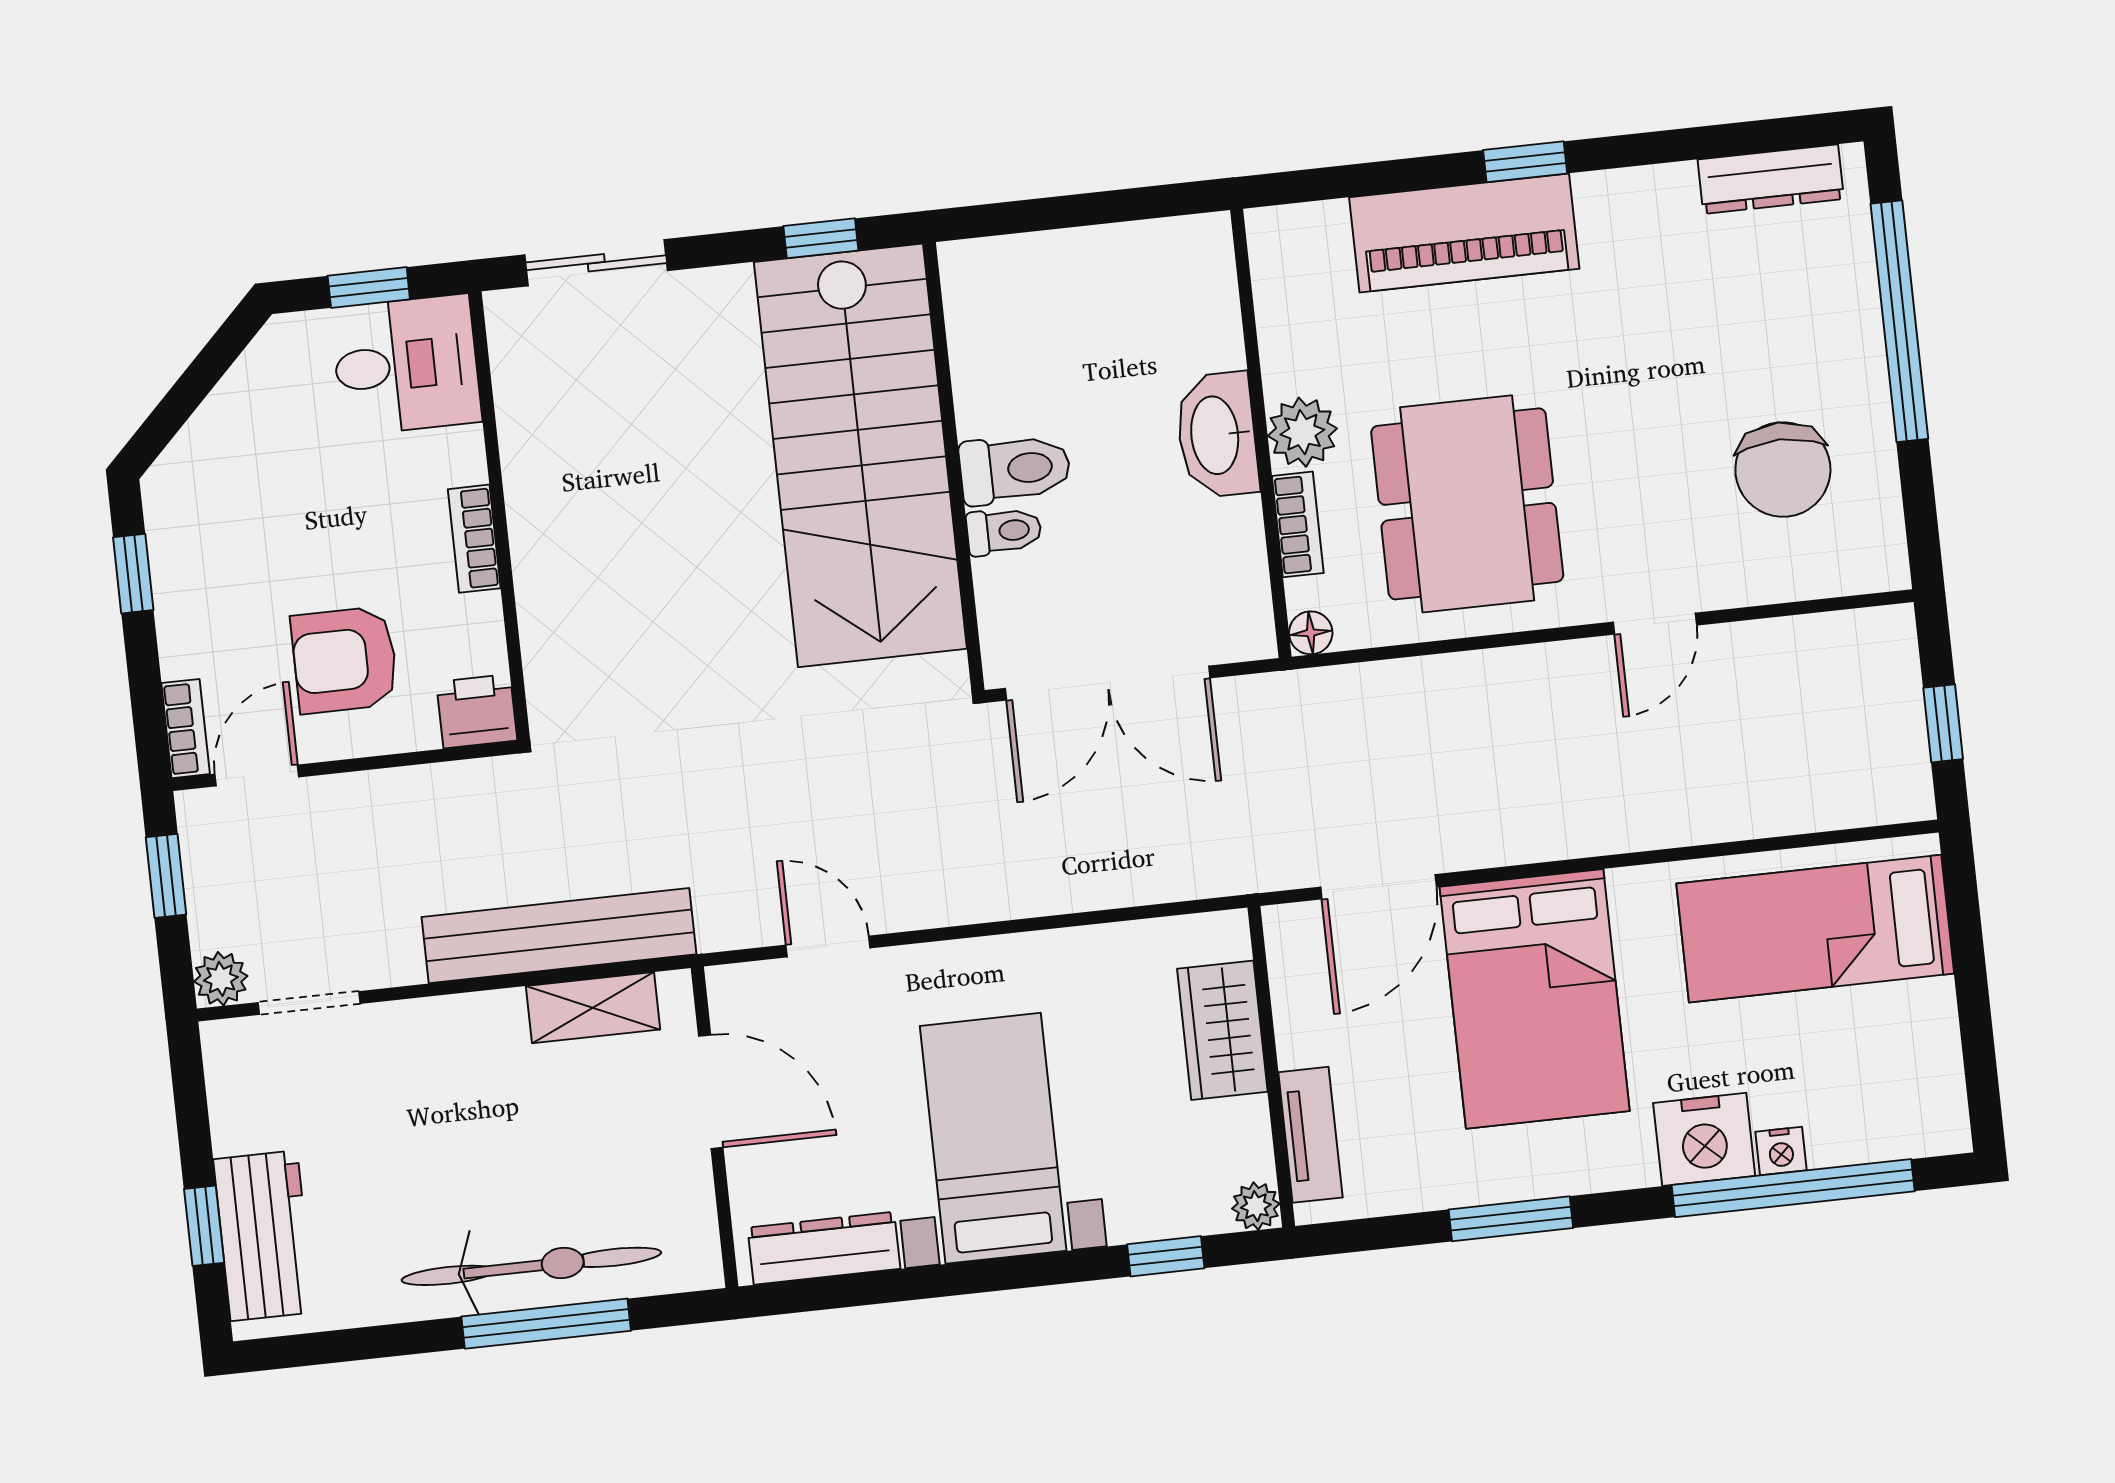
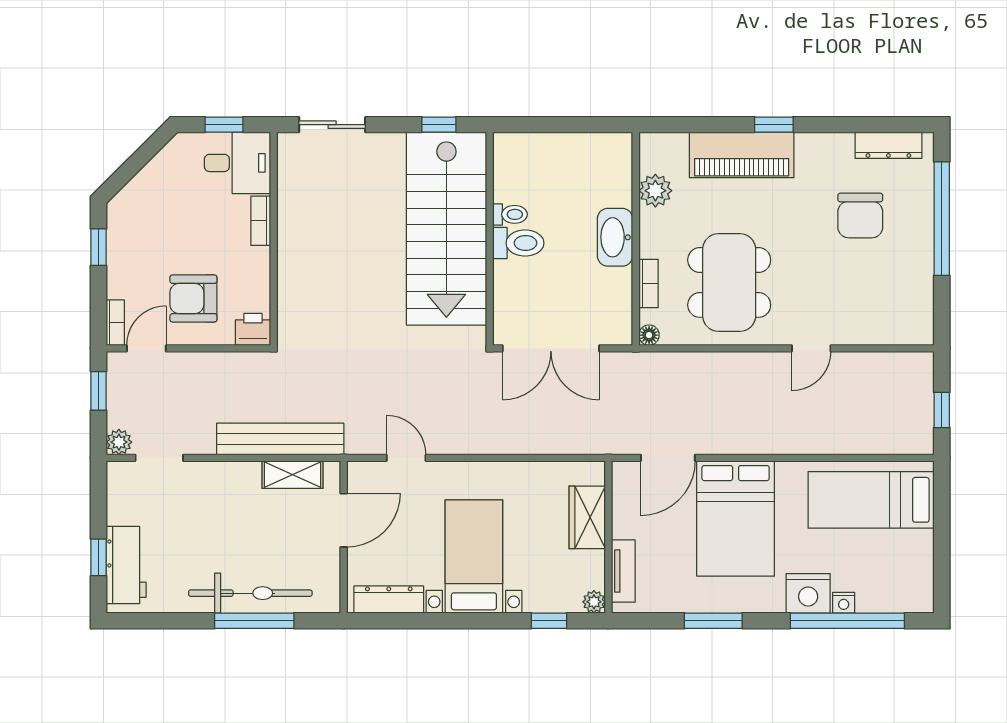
plant: (1302, 432) -> (655, 191), moved
chair: (1783, 469) -> (860, 215), moved
toilet: (1004, 531) -> (510, 214), moved
bookcase: (474, 539) -> (261, 221), moved
door: (711, 1092) -> (344, 520), hinge flipped

